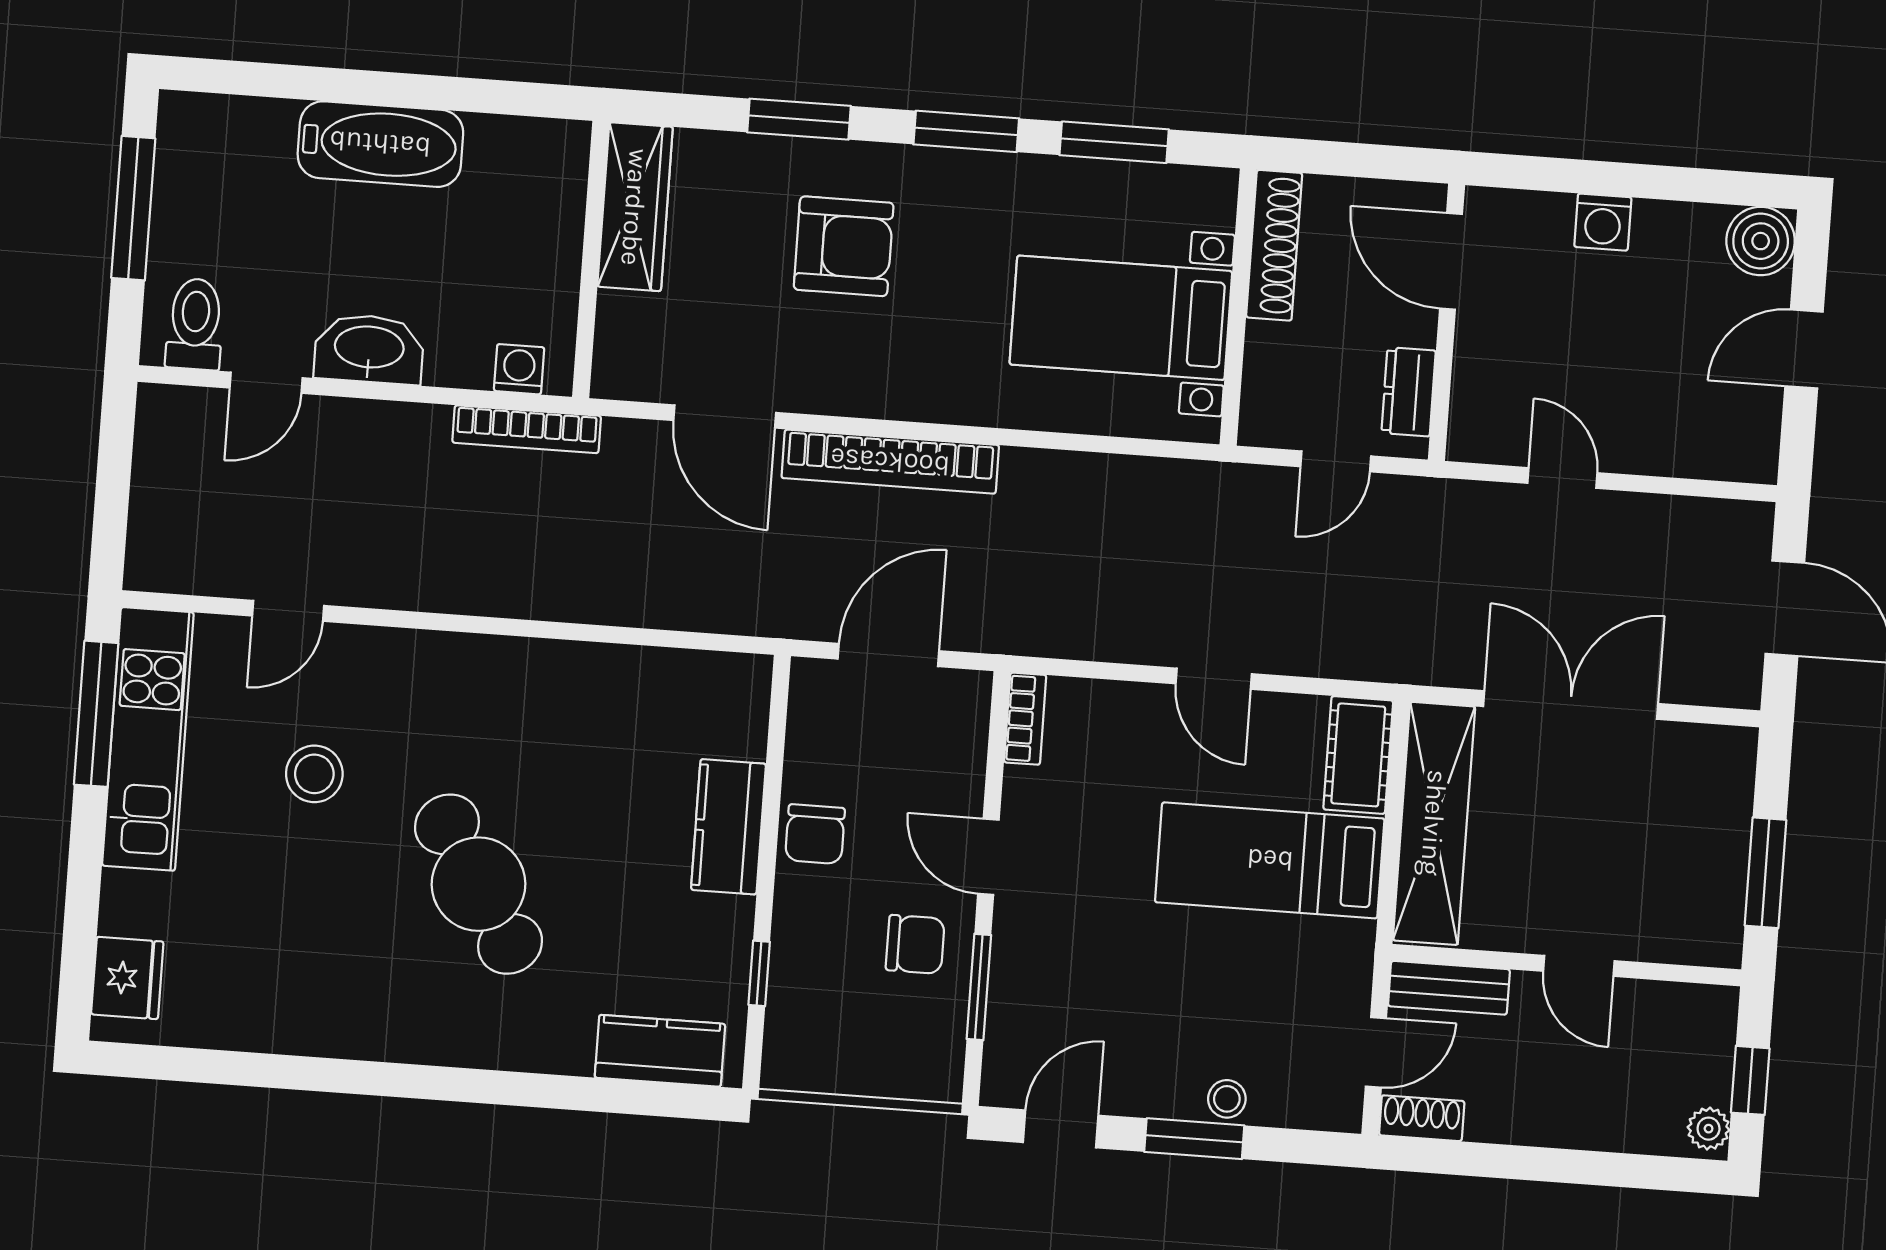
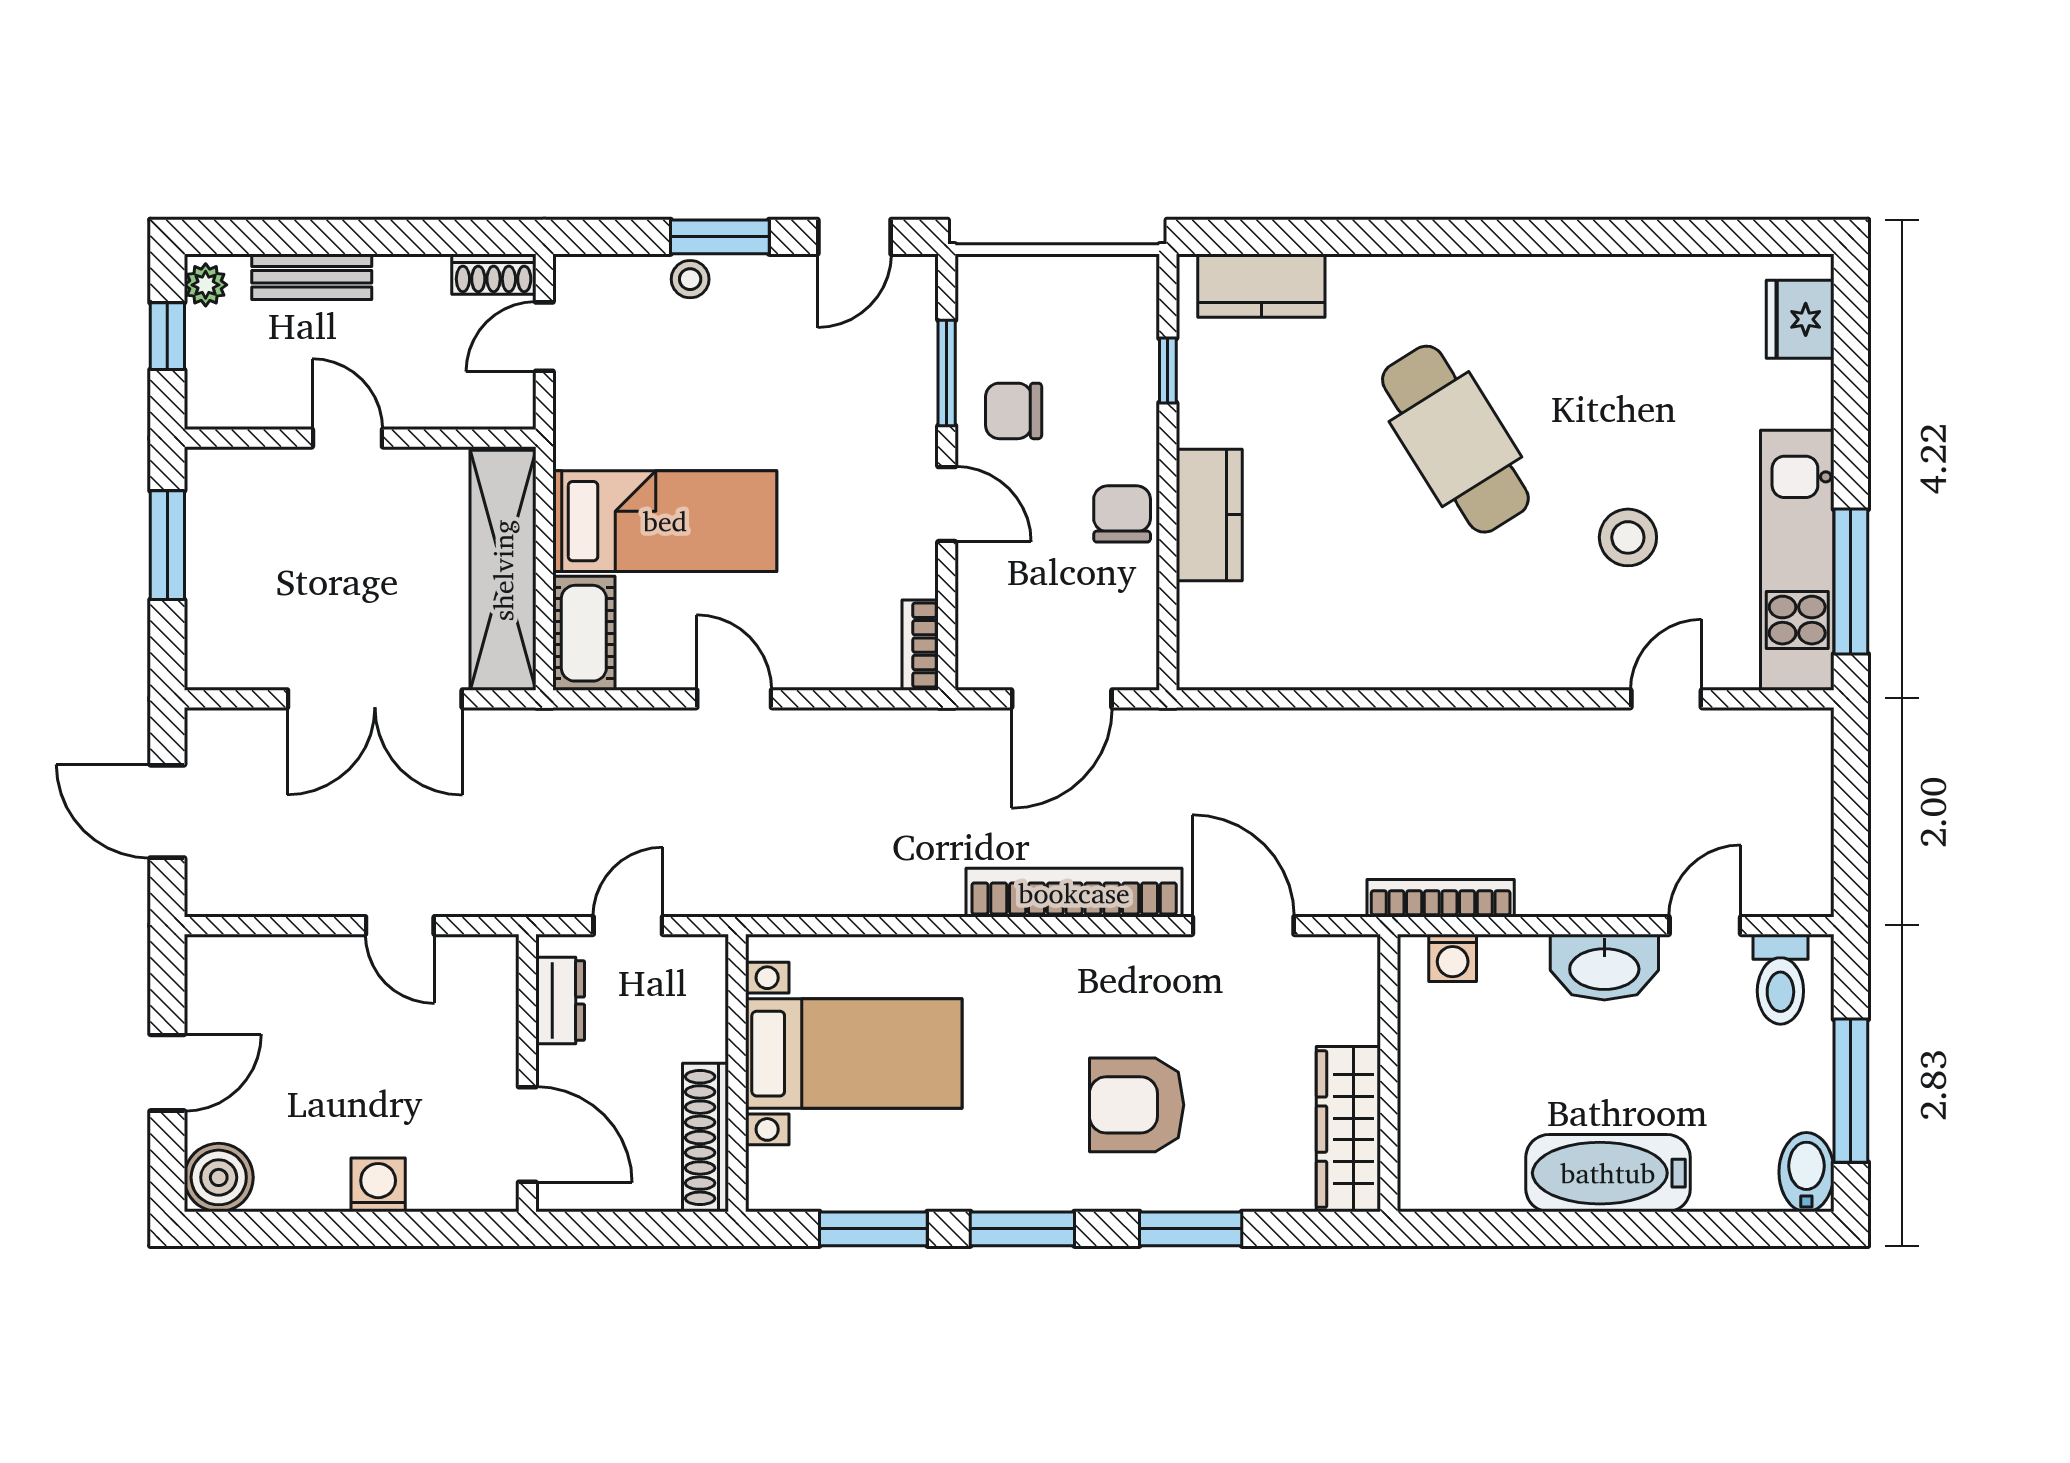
bidet: (183, 131) -> (1806, 1172), added
bench: (1449, 988) -> (312, 277), moved

